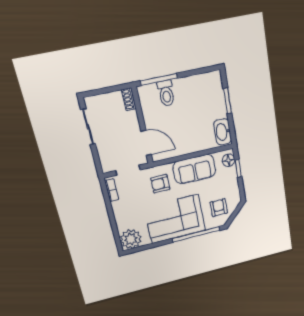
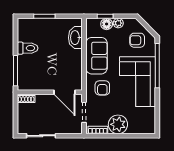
toilet: (166, 93) -> (28, 48), moved
washbasin: (223, 132) -> (75, 38), moved, turned 90
door: (146, 143) -> (64, 92), swing flipped
floor lamp: (228, 160) -> (107, 24), moved
plant: (233, 184) -> (118, 23), added
plant: (131, 239) -> (118, 124), moved

